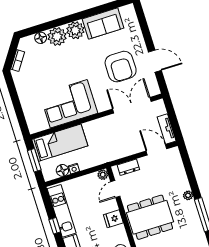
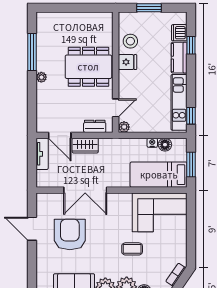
coffee table: (63, 71) -> (132, 249), added
corner sofa: (69, 104) -> (160, 212), moved
double door: (132, 105) -> (85, 190), moved
wardrobe: (131, 148) -> (85, 146), added
fridge: (113, 219) -> (127, 62), moved
window: (55, 226) -> (191, 116), moved

